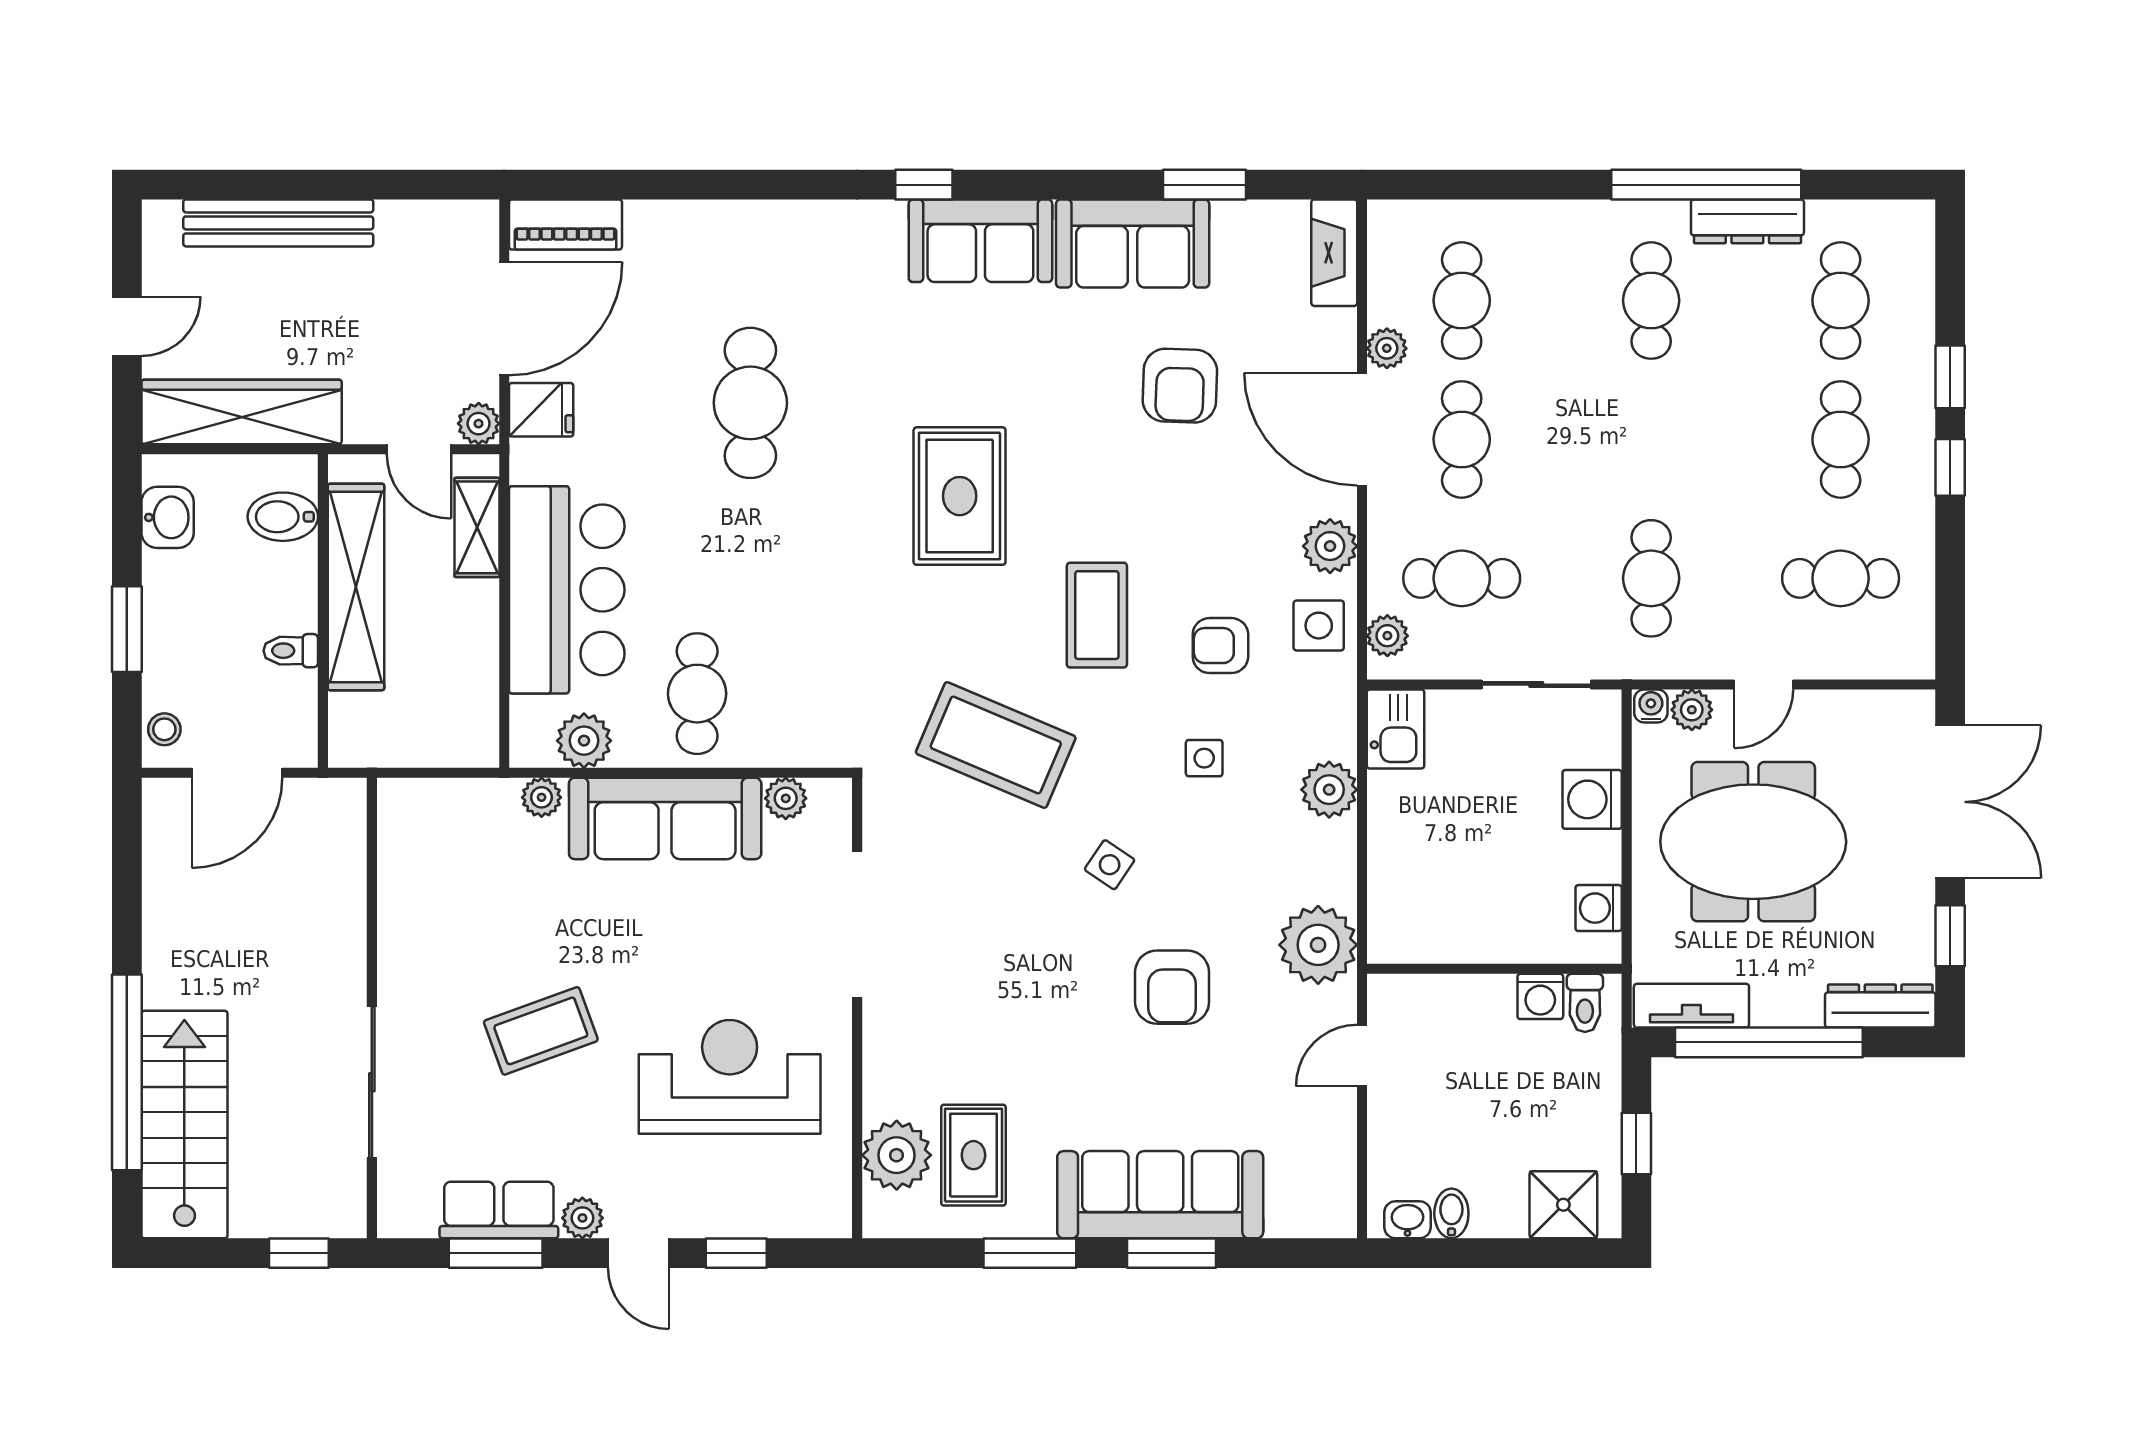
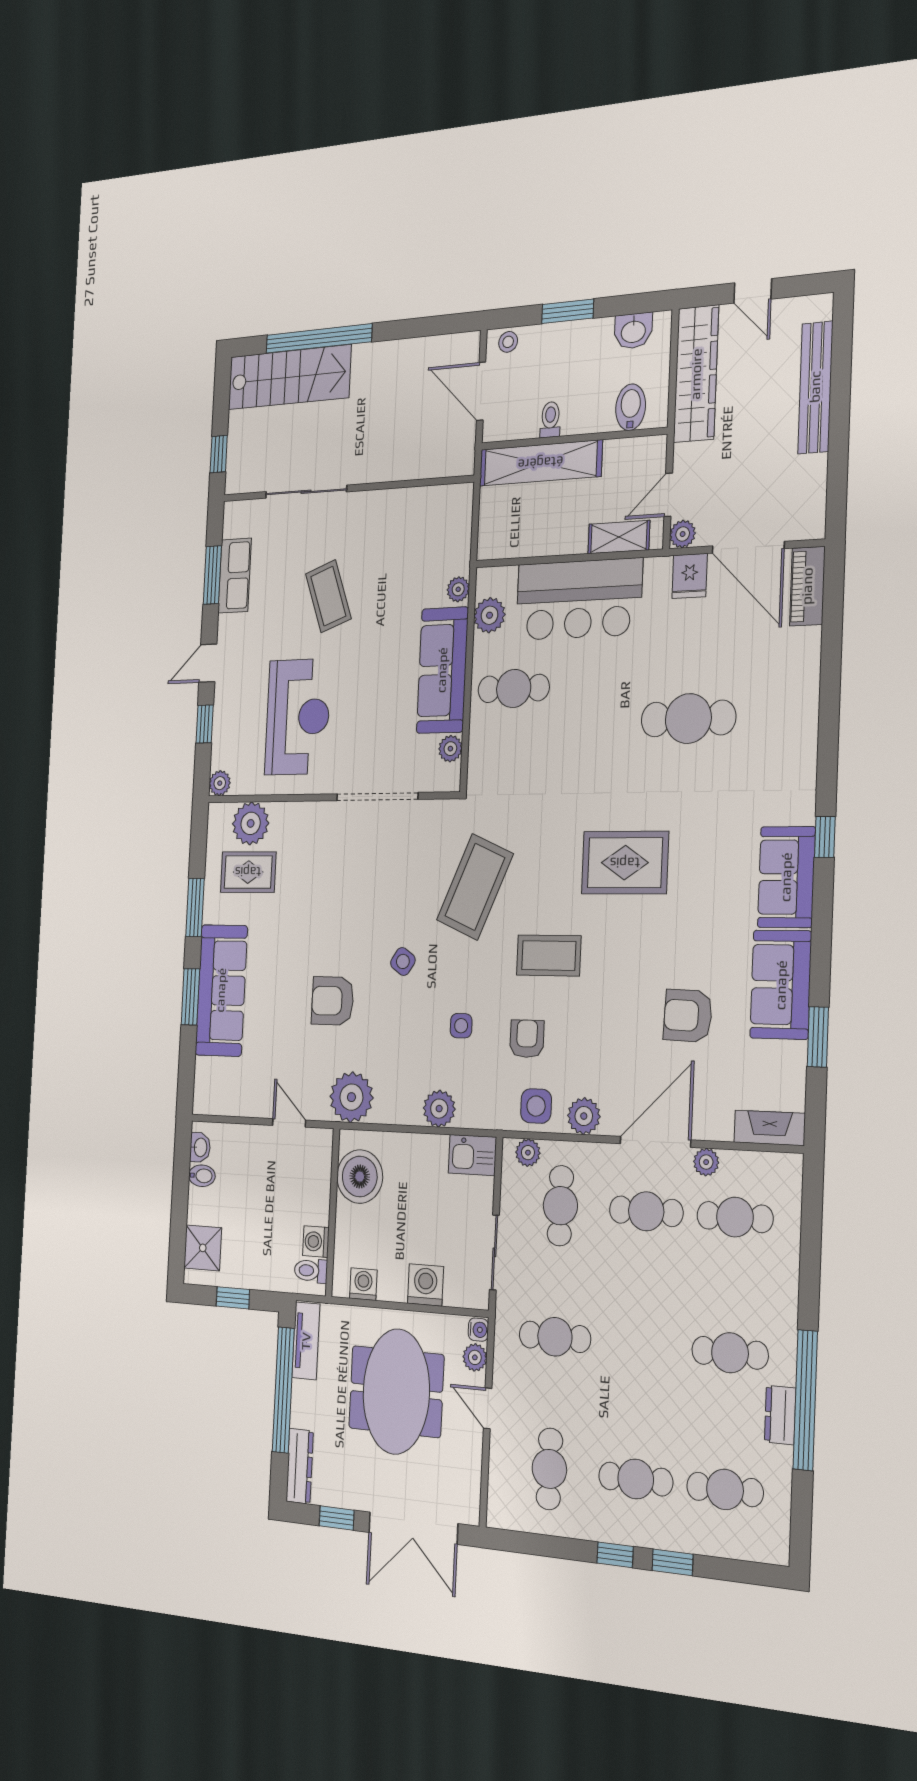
dresser: (1747, 221) -> (780, 1415), width x0.70
shelving: (356, 587) -> (540, 463), moved
boiler: (1437, 923) -> (360, 1177), added
plant: (582, 1218) -> (220, 783), moved

